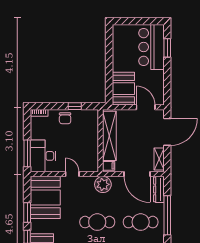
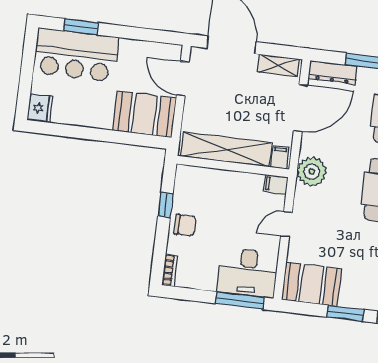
fridge: (120, 31) -> (40, 108), added
door: (146, 107) -> (183, 78), hinge flipped
filing cabinet: (93, 166) -> (276, 184), added
booth: (45, 197) -> (311, 284), width x0.73, depth x0.70

